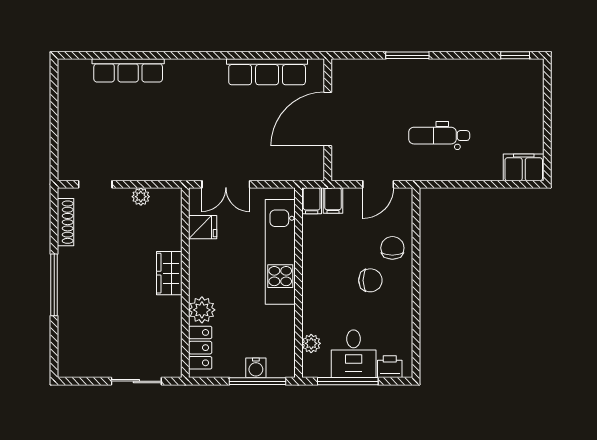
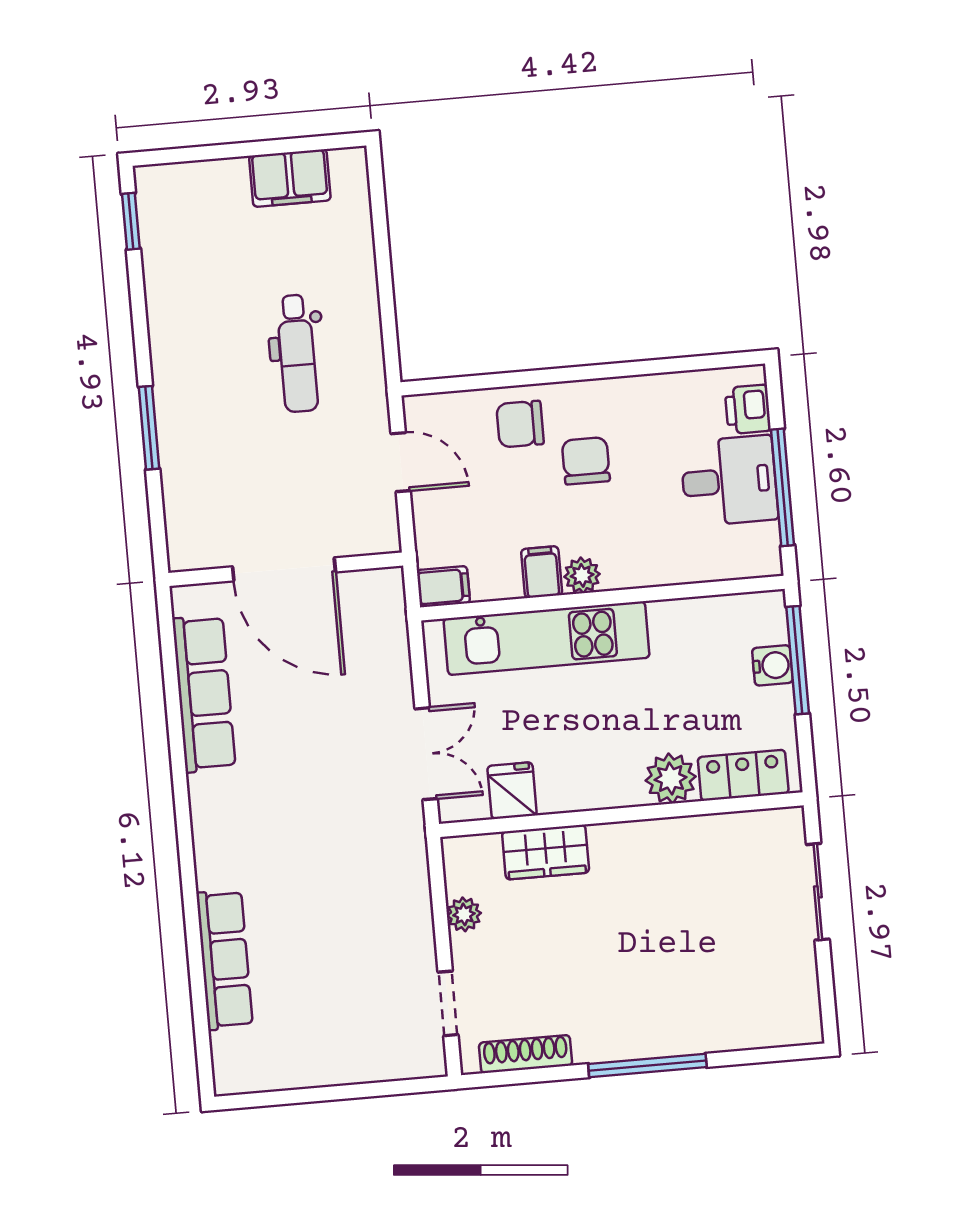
filing cabinet: (524, 167) -> (290, 178), moved, turned -90
filing cabinet: (333, 201) -> (542, 572), moved, turned -90
wardrobe: (169, 273) -> (546, 852), moved
plant: (311, 343) -> (582, 575), moved

